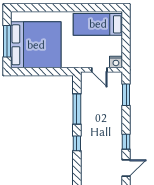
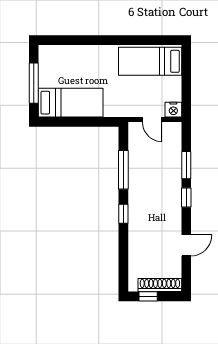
bed: (36, 45) -> (71, 103), width x0.49
window: (126, 95) -> (186, 165), moved
window: (126, 142) -> (186, 198), moved

